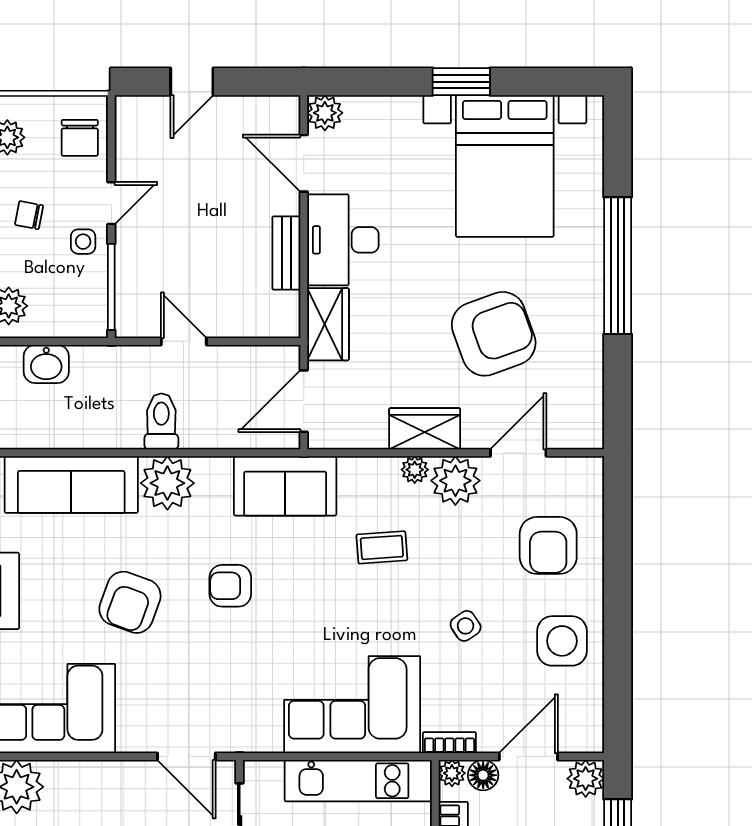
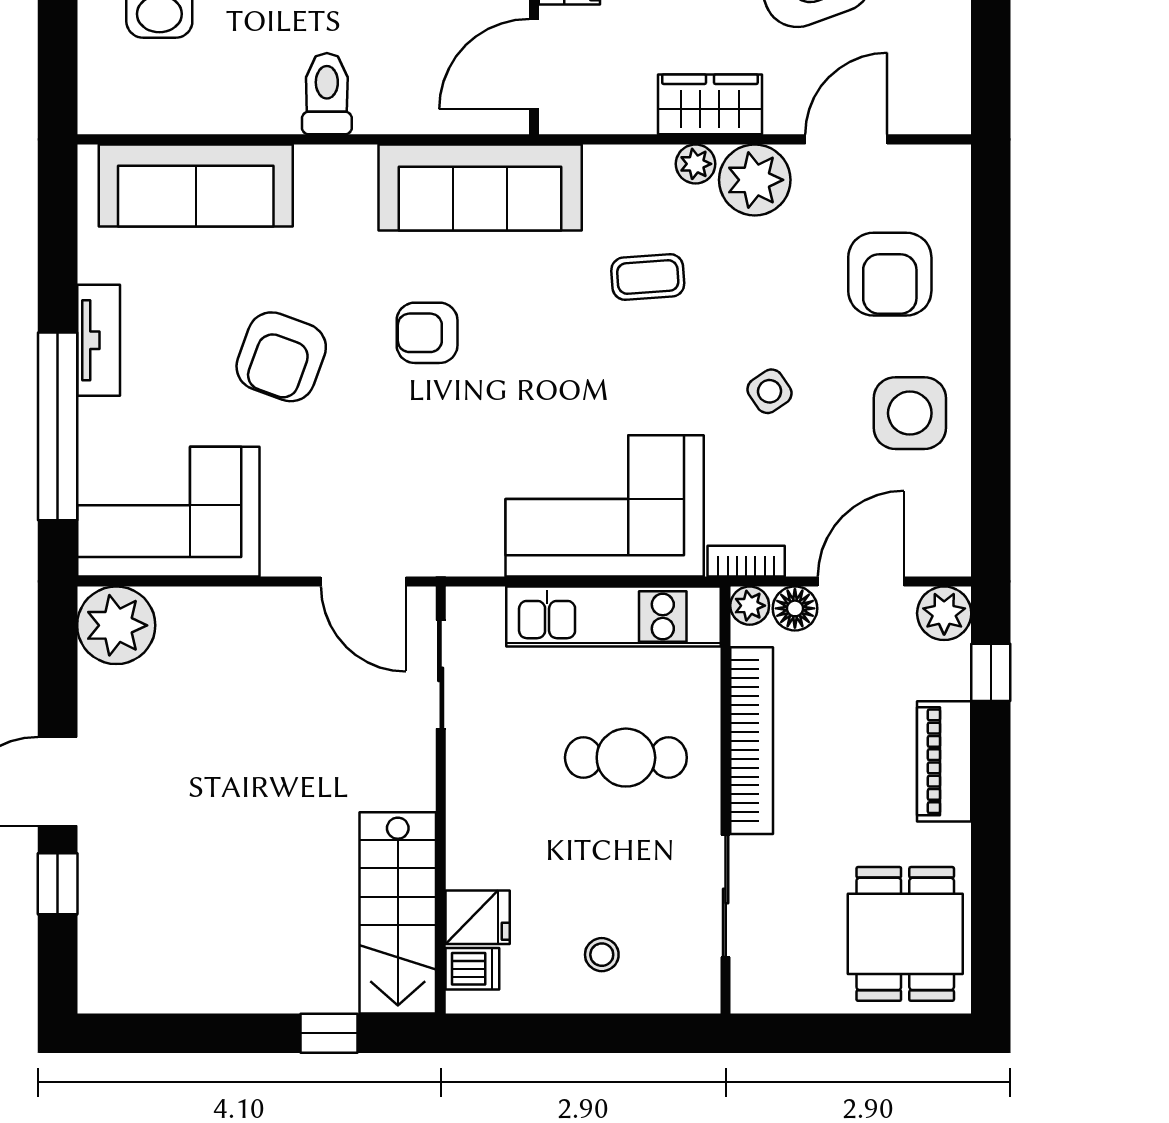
plant: (167, 483) -> (336, 183), removed
sofa: (285, 486) -> (480, 187), width x1.36

